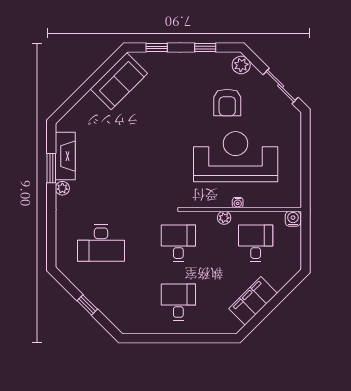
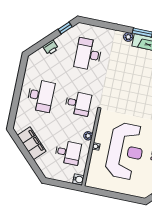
printer: (102, 302) -> (51, 47), added
desk: (178, 302) -> (41, 96), width x1.37
window: (87, 305) -> (65, 28), moved

